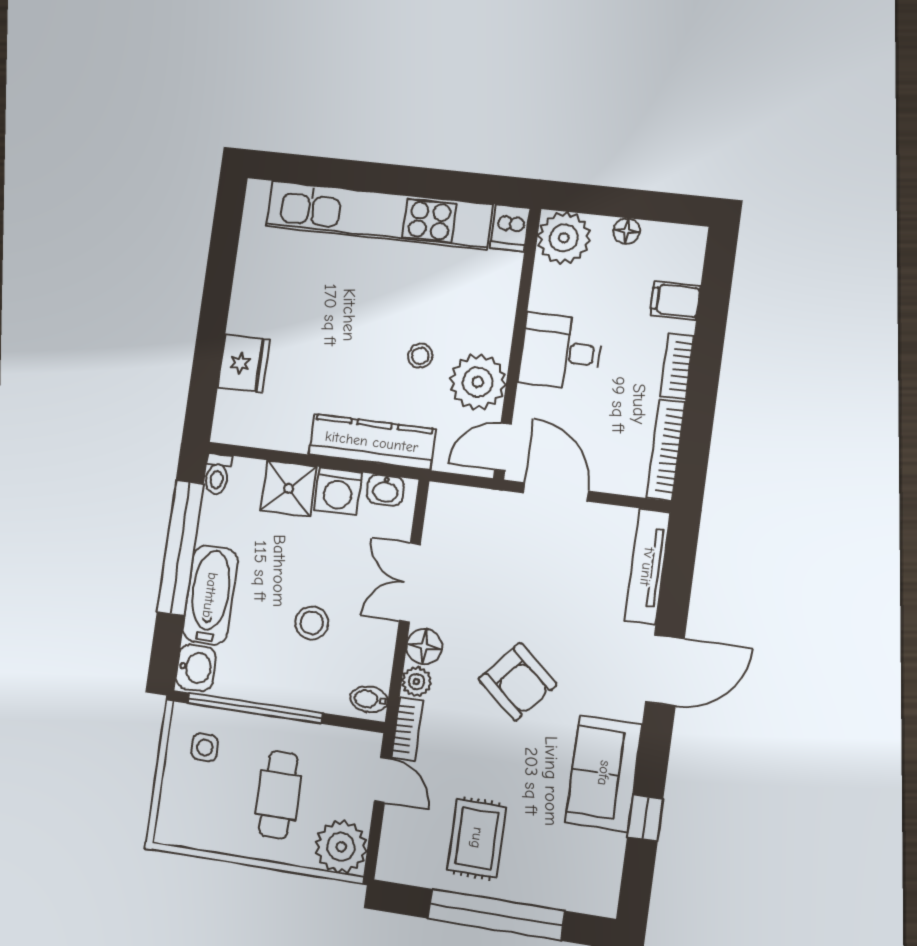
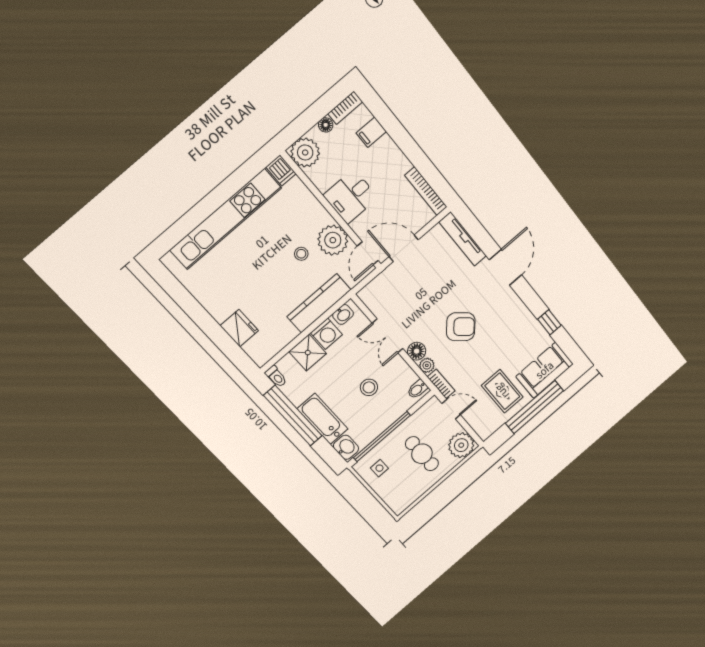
bookcase: (677, 366) -> (345, 108), moved, turned -90
sofa: (604, 773) -> (545, 370), moved, turned 90

